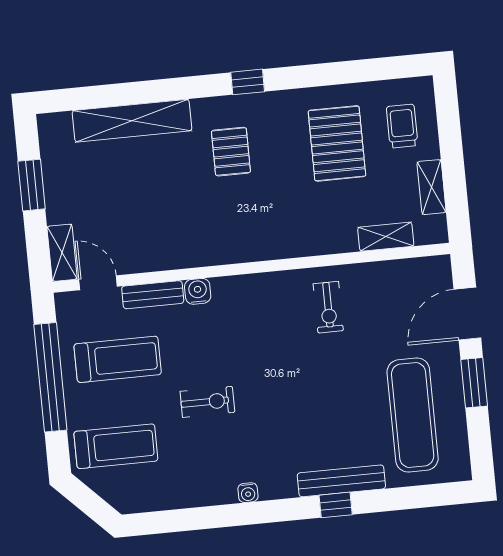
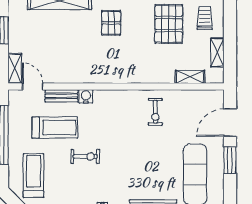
treadmill: (118, 359) -> (55, 128), moved
treadmill: (116, 446) -> (34, 176), turned -90

